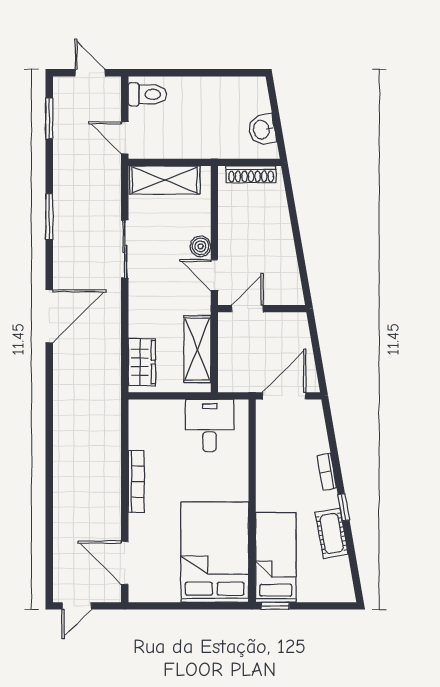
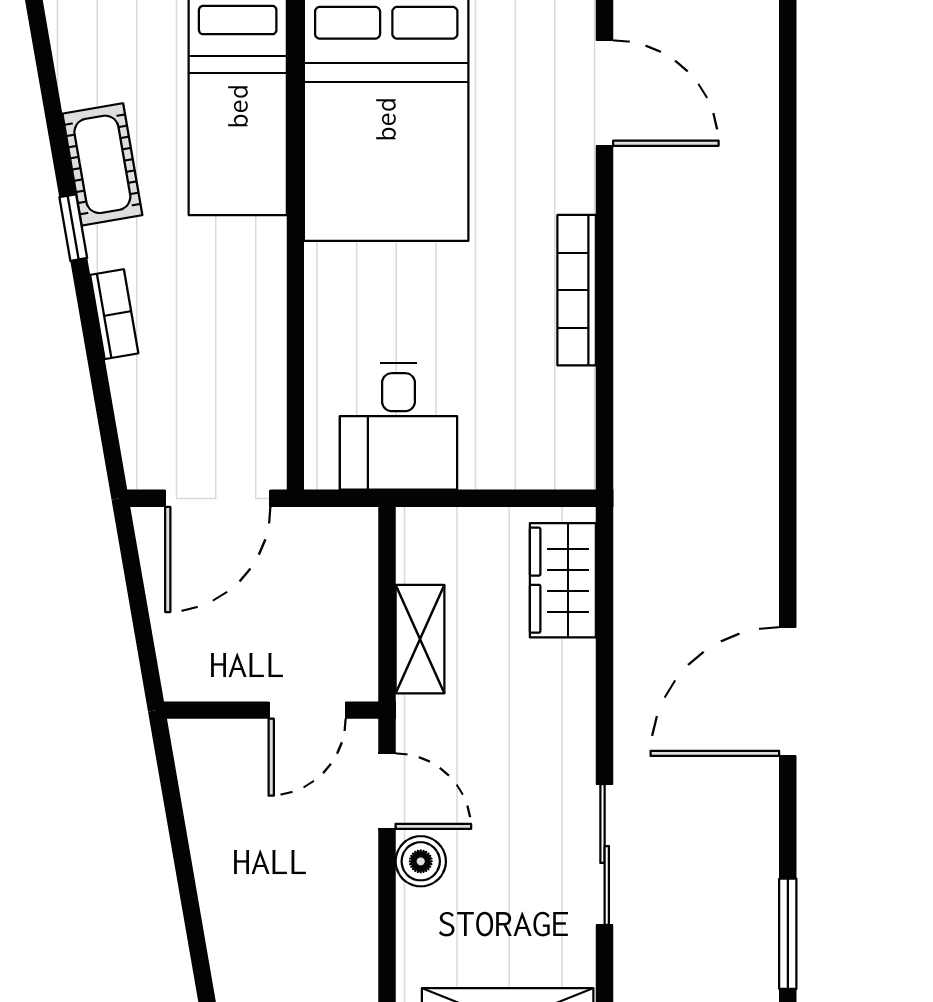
shelving: (197, 349) -> (420, 639), width x0.67, depth x0.75

